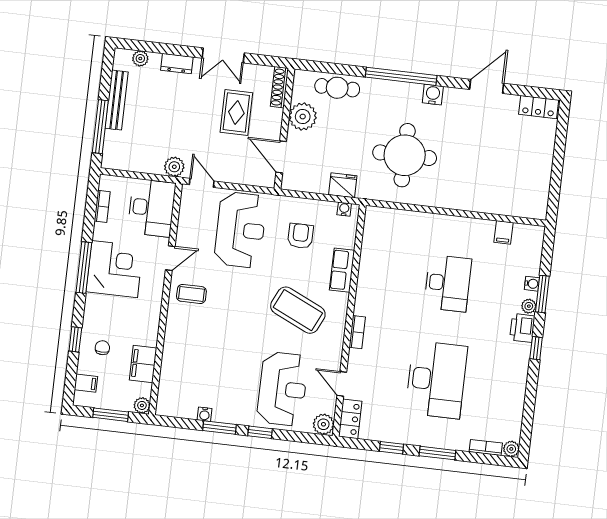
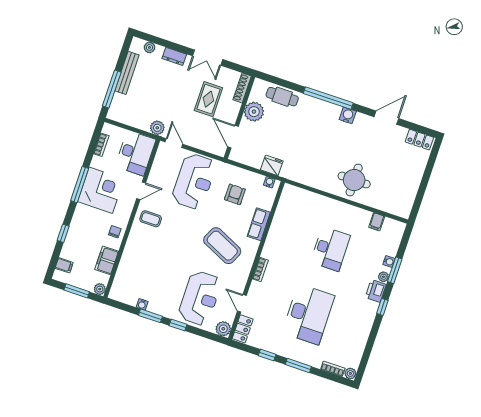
round table: (405, 155) -> (354, 180), moved, width x0.73, depth x0.73
chair: (102, 348) -> (115, 232), moved

